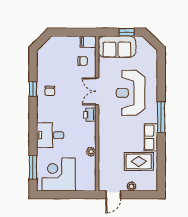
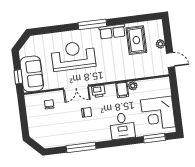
window: (127, 32) -> (18, 77), moved
filing cabinet: (88, 42) -> (122, 90), moved
window: (33, 89) -> (81, 147), width x2.17
chair: (50, 91) -> (87, 112), moved
reception desk: (131, 93) -> (73, 56), turned 180

